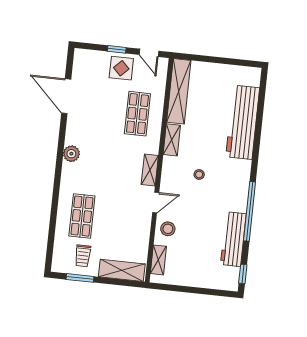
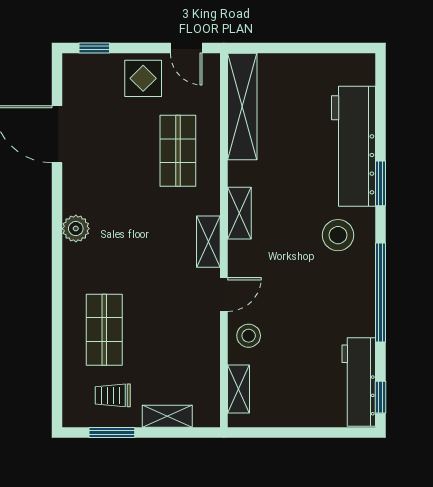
window: (117, 49) -> (94, 48), moved
shelving: (172, 140) -> (239, 213), moved
window: (256, 146) -> (380, 183), added
stool: (199, 174) -> (338, 235), moved, width x1.89, depth x1.89
workbench: (233, 239) -> (359, 382), moved
trolley: (83, 256) -> (113, 395), turned 90
shelving: (122, 270) -> (167, 416), width x0.67, depth x0.75

